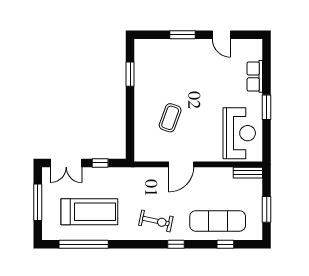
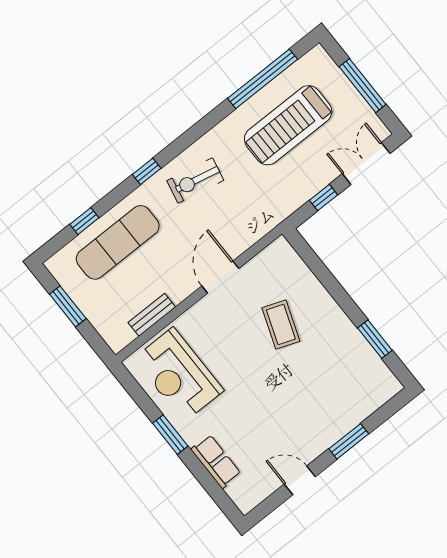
bench: (248, 173) -> (152, 315), moved

